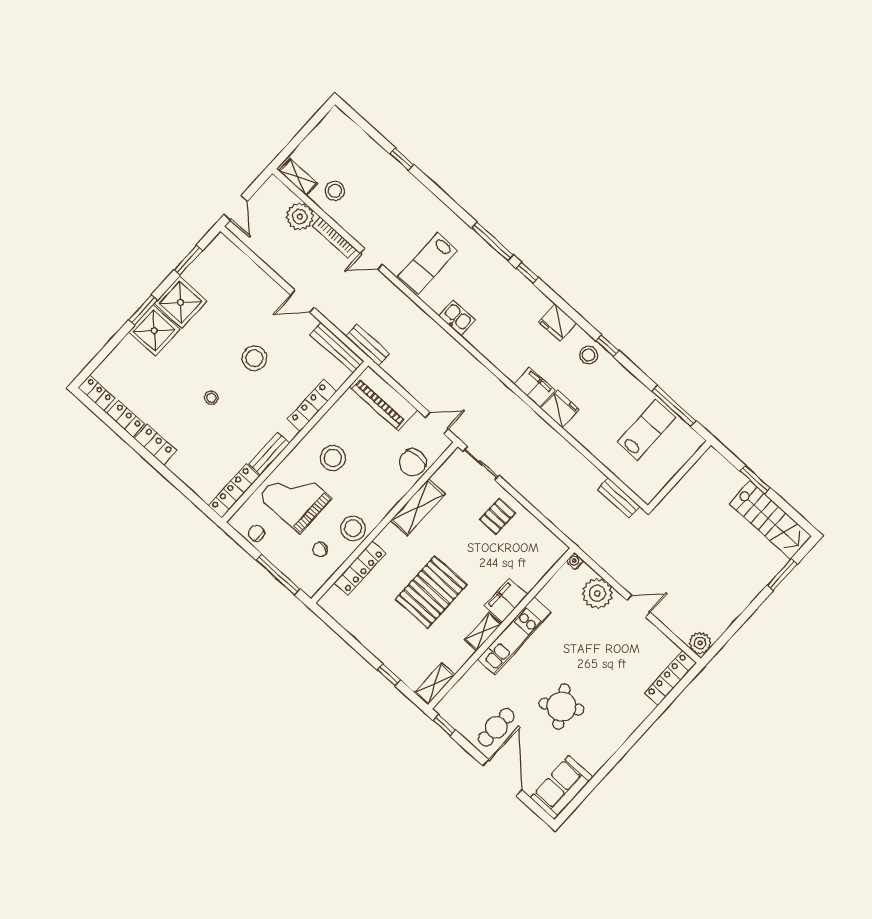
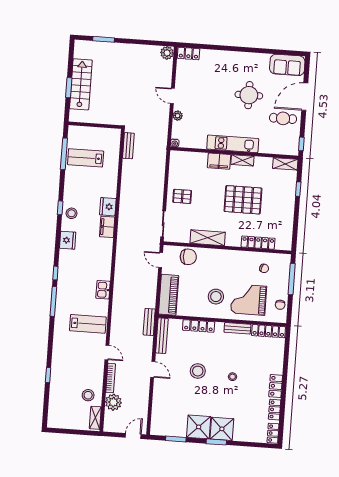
grand piano: (295, 497) -> (249, 300), turned 90
stairs: (770, 520) -> (81, 84), moved
stool: (353, 528) -> (242, 261), removed
plant: (597, 593) -> (178, 116), width x0.53, depth x0.53
locker: (671, 678) -> (189, 54), width x0.66
round table: (561, 707) -> (249, 95), turned 32

